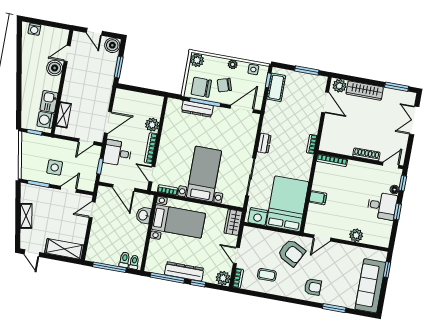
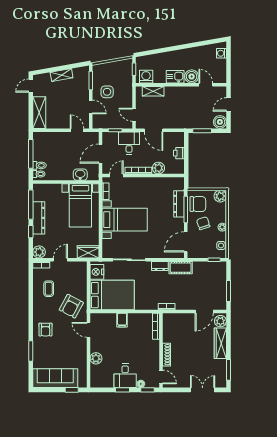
chair: (201, 87) -> (198, 204), turned 90
cot: (276, 87) -> (181, 268), moved
printer: (139, 98) -> (179, 153), added
kitchen sink: (49, 102) -> (175, 77), moved
door: (242, 109) -> (186, 242), swing flipped

